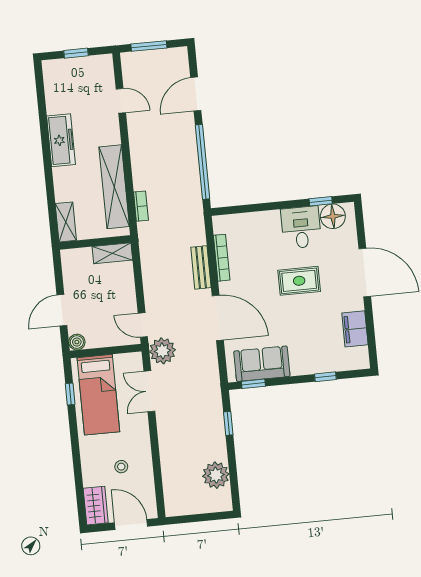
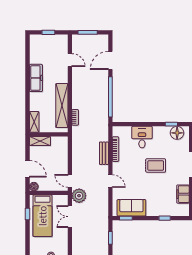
desk: (301, 227) -> (142, 137), moved
shelving: (112, 253) -> (40, 141), moved
door: (62, 310) -> (27, 169), swing flipped
door: (218, 318) -> (110, 181), width x0.53

